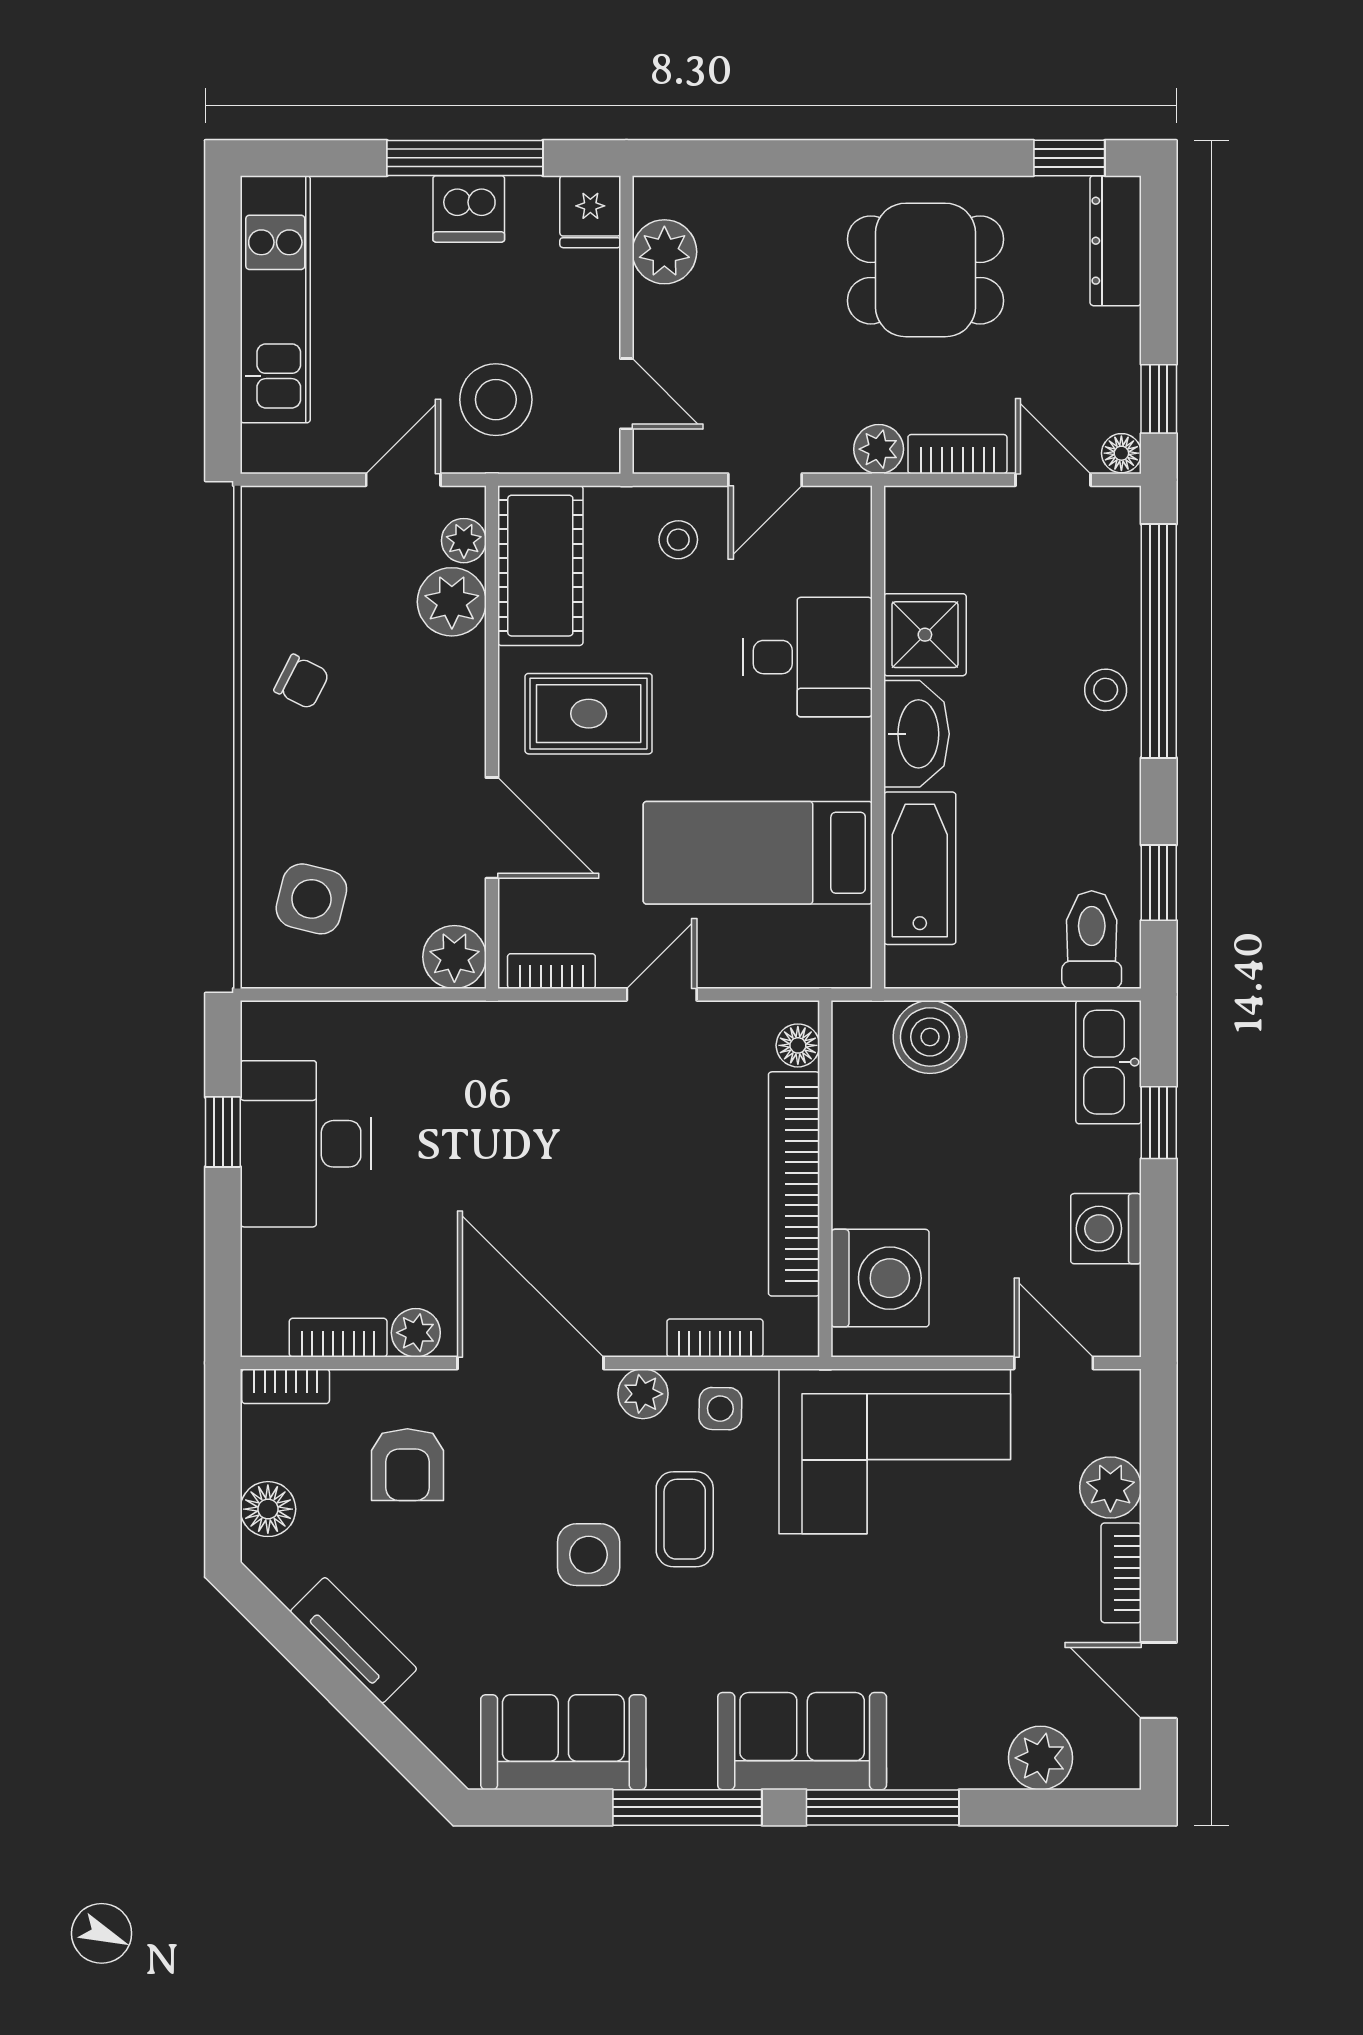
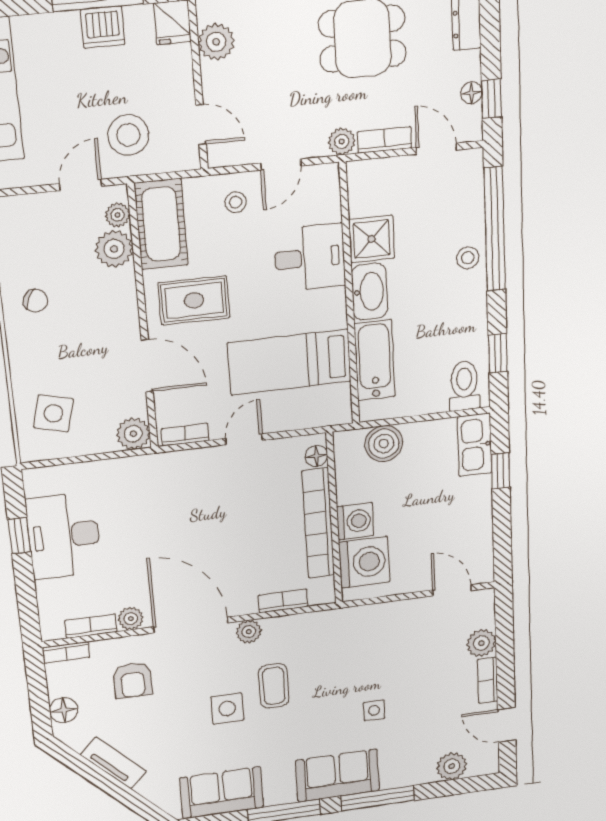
floor lamp: (1121, 453) -> (471, 93), moved
washing machine: (1106, 1229) -> (355, 521), moved, turned 180
side table: (720, 1409) -> (374, 710), moved
corner sofa: (895, 1451) -> (376, 641), removed

